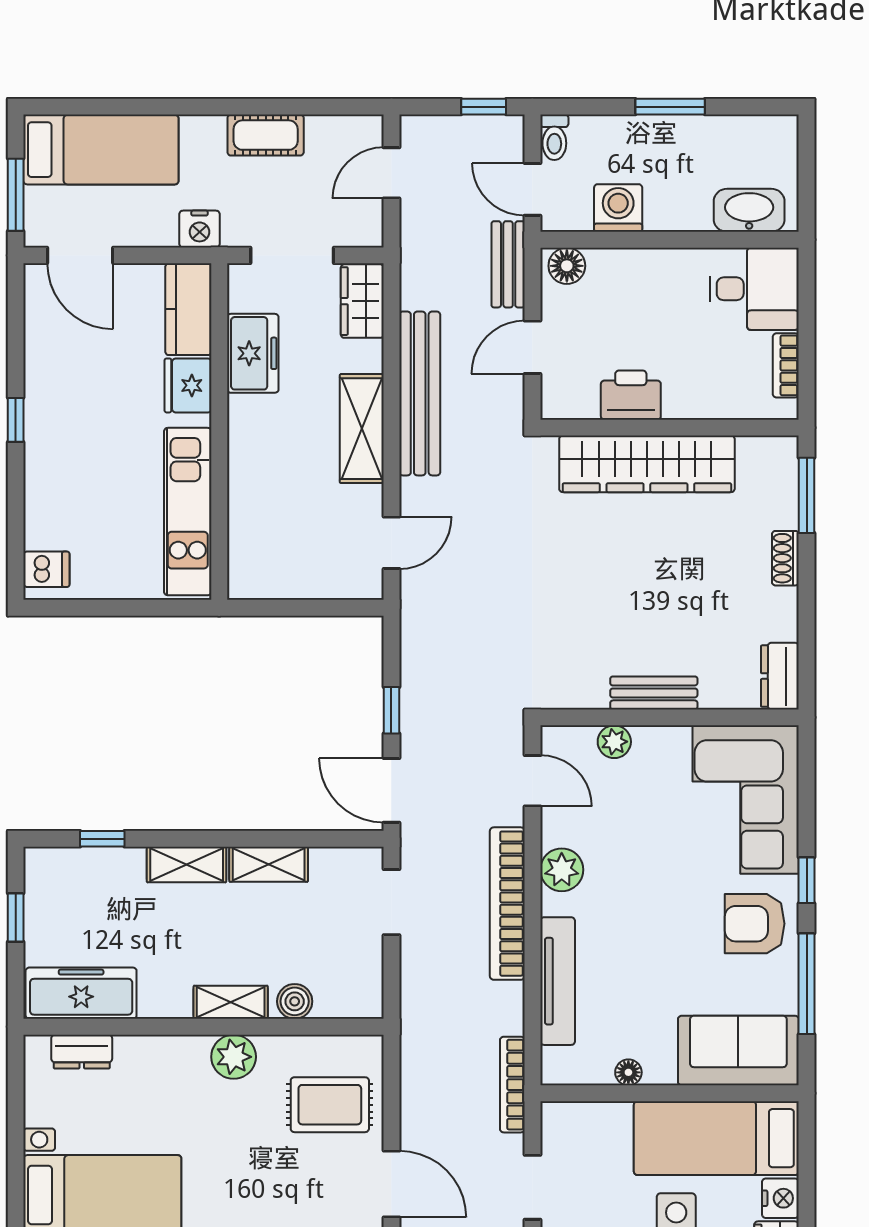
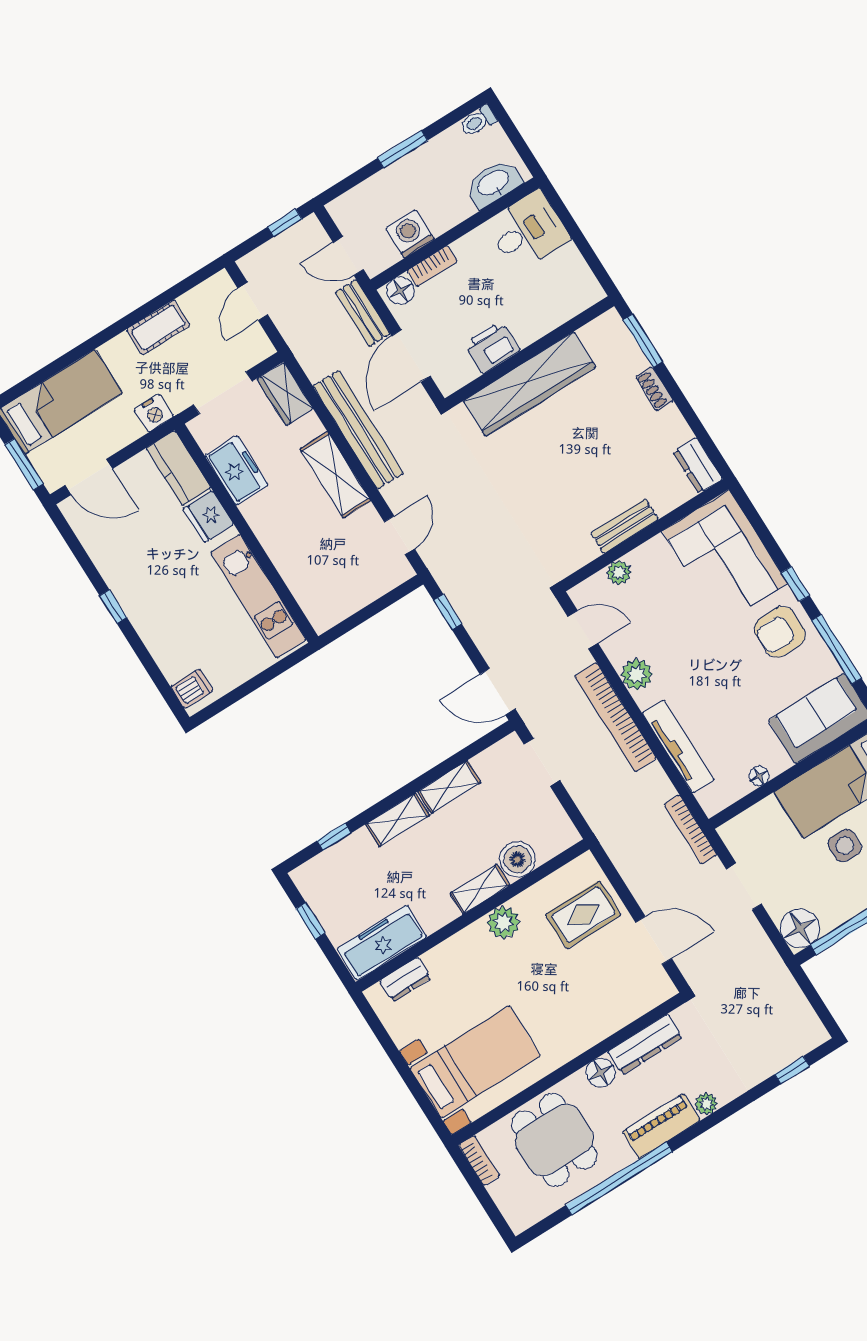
toilet: (554, 137) -> (478, 121), moved, turned 90
door: (532, 347) -> (411, 356), width x1.38
bookcase: (786, 365) -> (432, 266), moved, turned -90
window: (391, 710) -> (448, 612), moved
boiler: (295, 1001) -> (517, 859), width x1.36, depth x1.36

